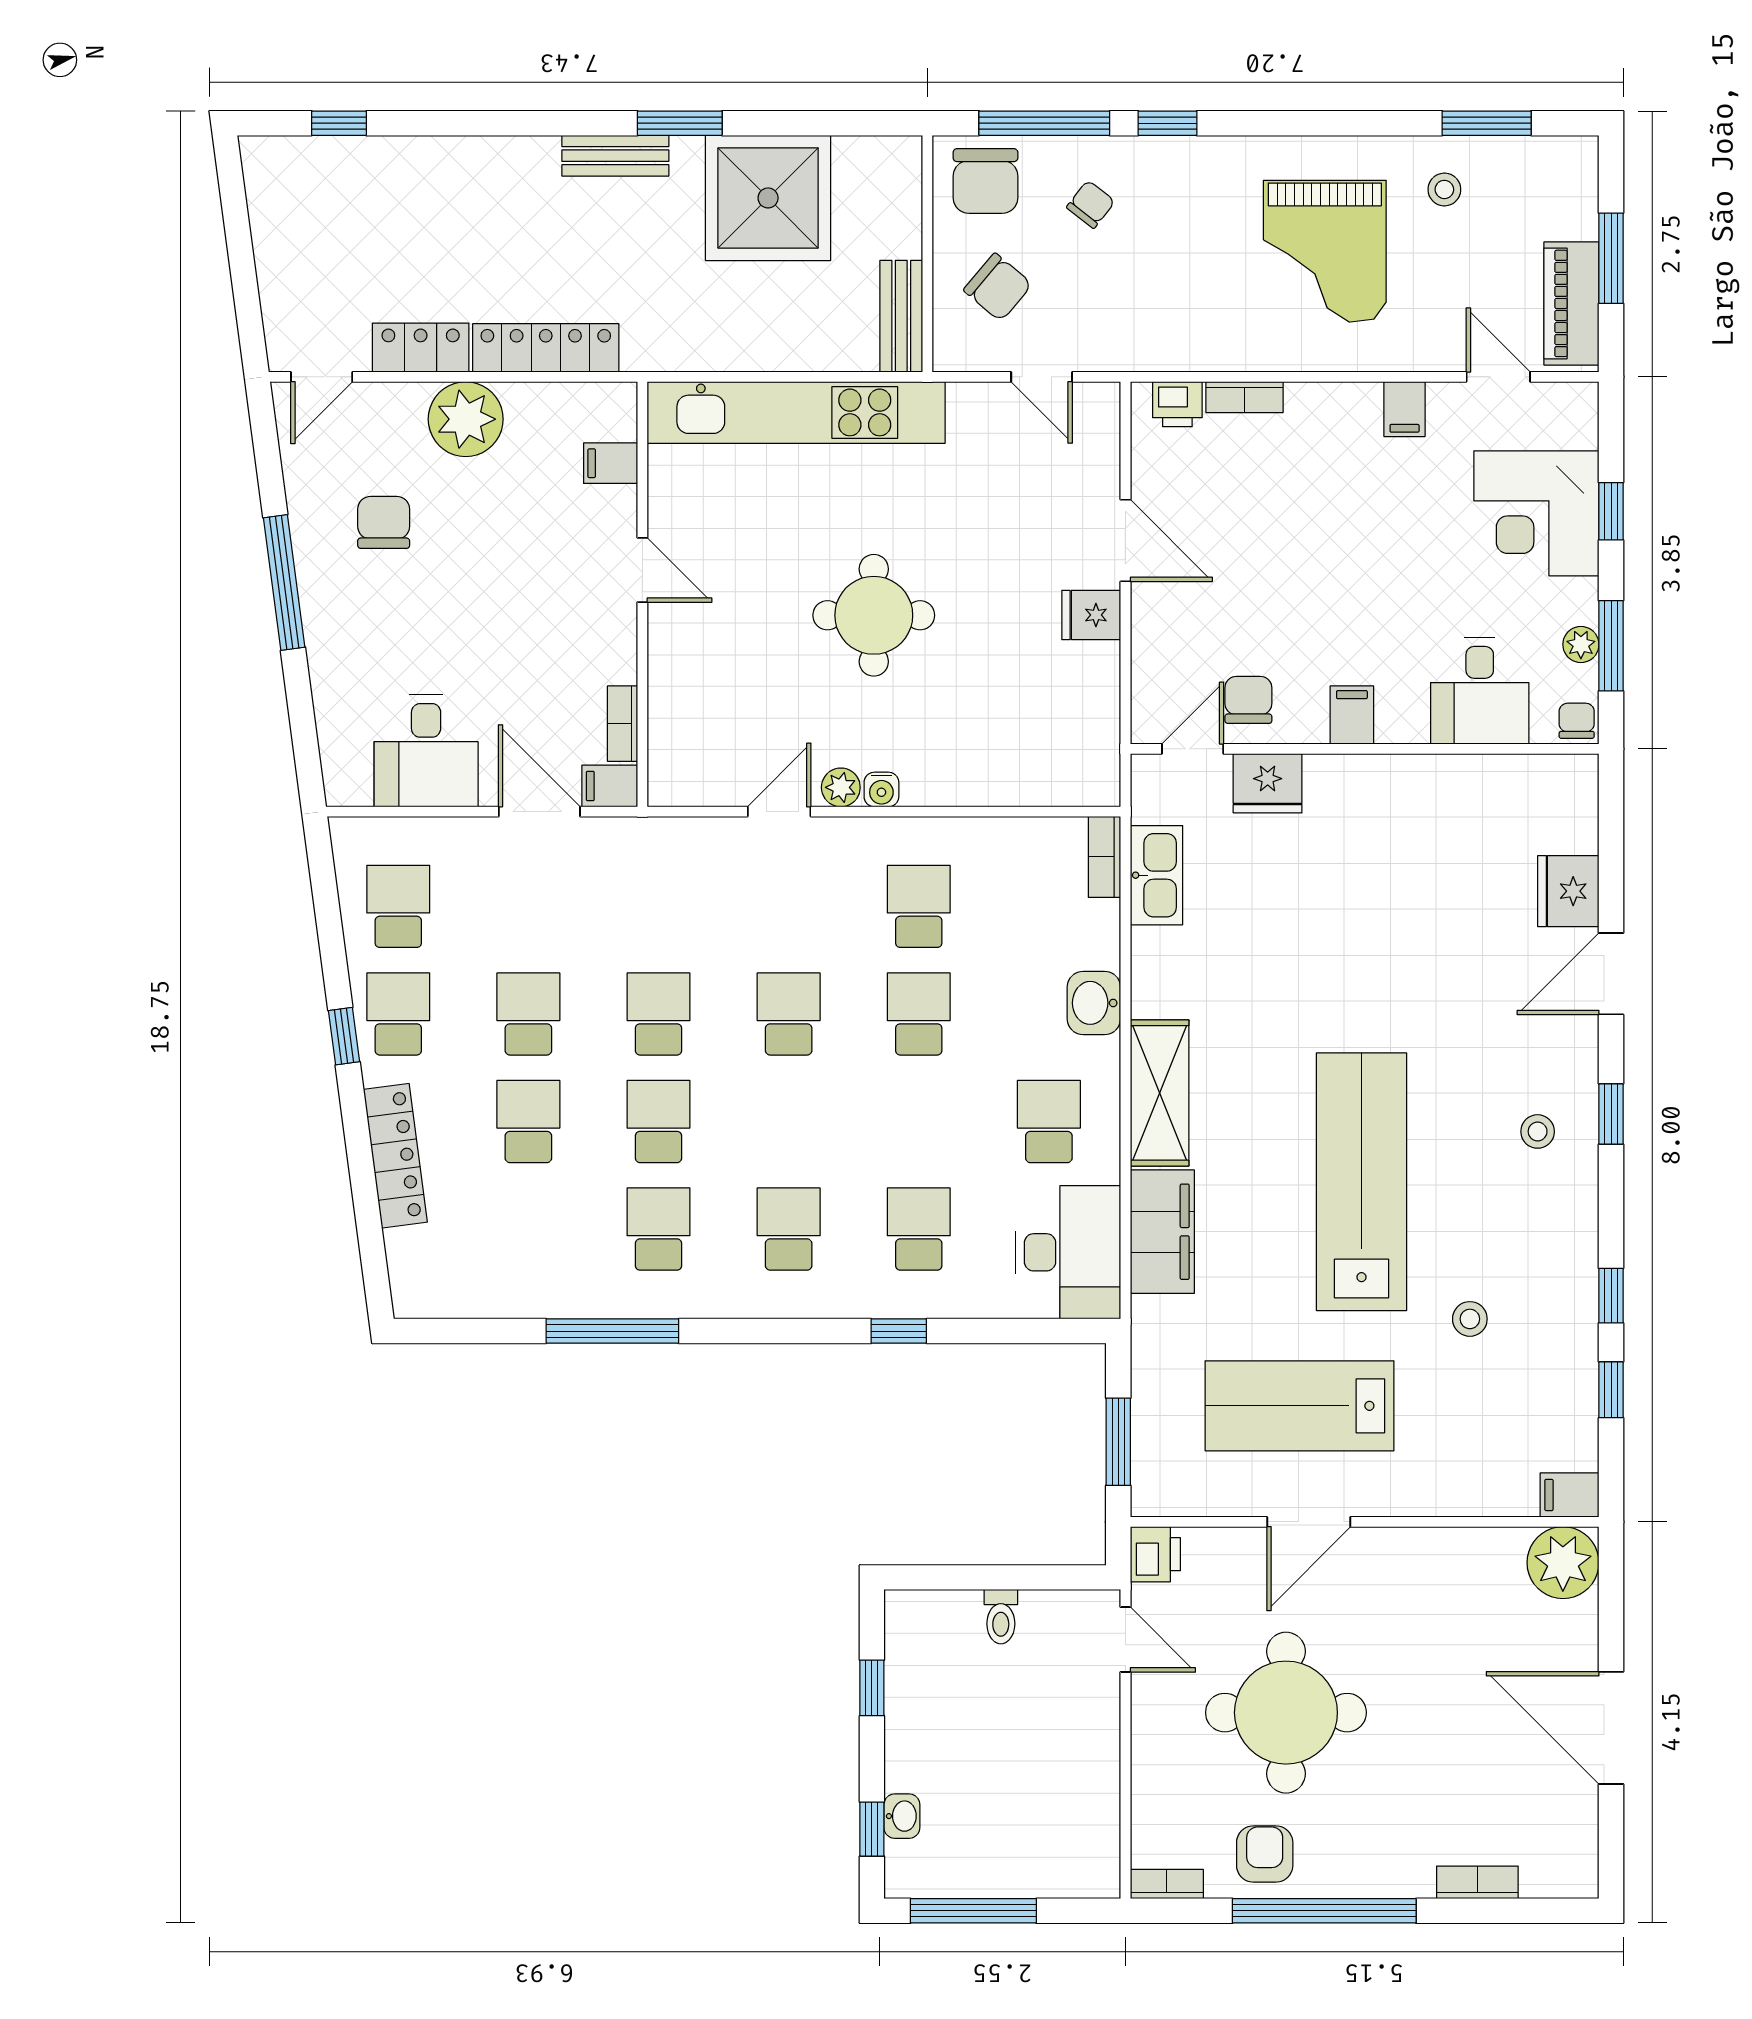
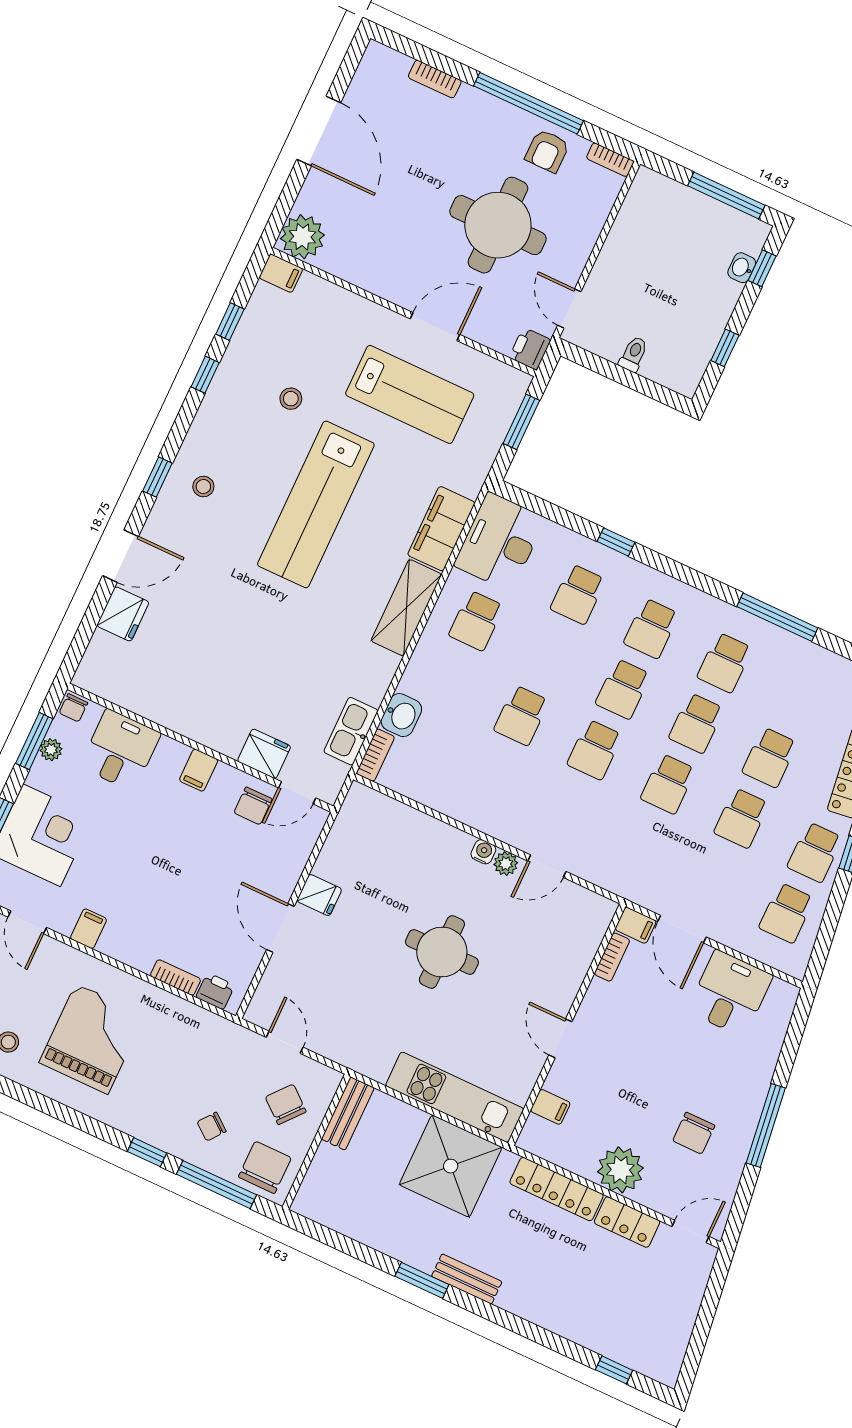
shower: (768, 198) -> (451, 1166), moved
kitchen unit: (796, 412) -> (455, 1097), width x0.73
school desk: (919, 906) -> (623, 689), moved
washbasin: (1094, 1003) -> (401, 715), moved

